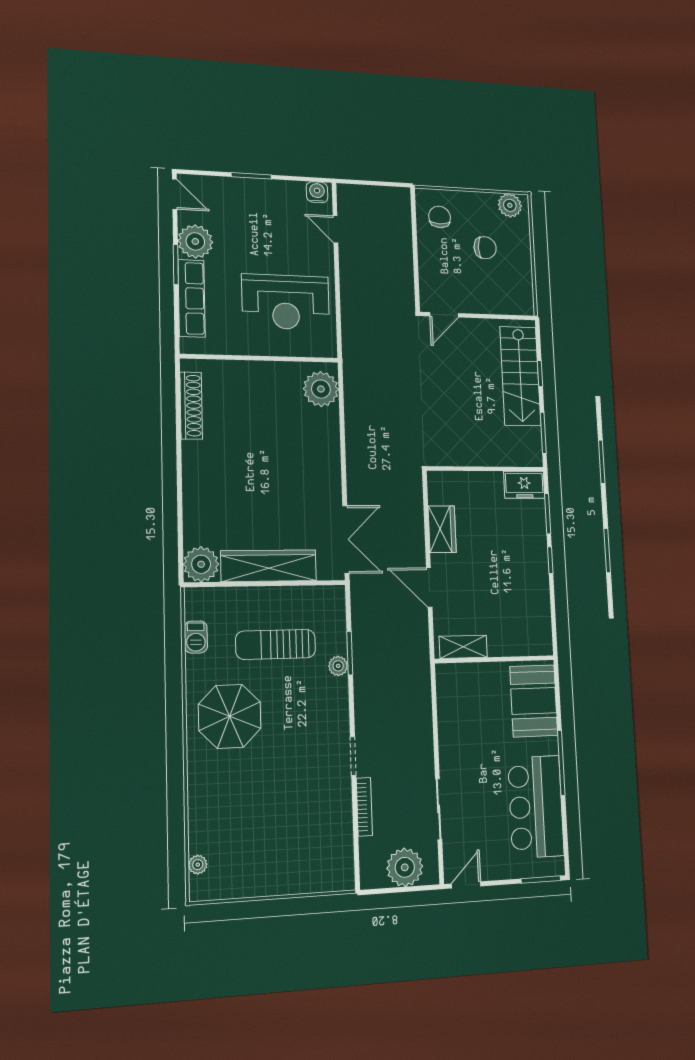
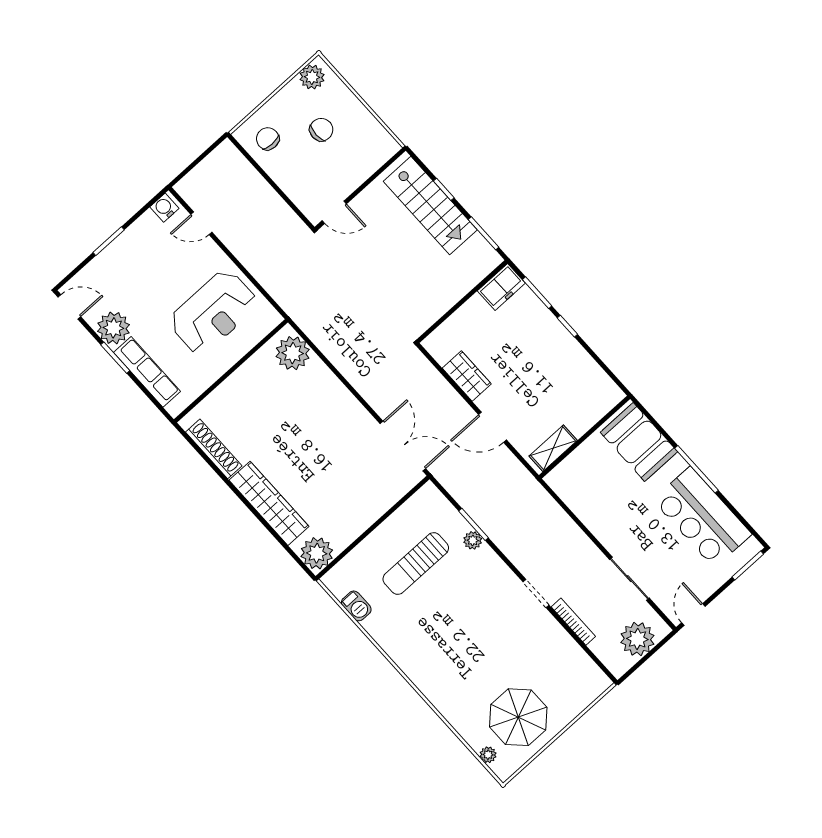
door: (444, 315) -> (334, 212), hinge flipped
wardrobe: (269, 566) -> (269, 503), moved, turned 90
parasol: (230, 716) -> (518, 717), moved

